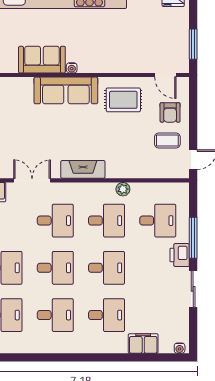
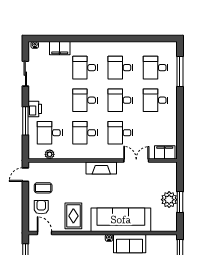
sofa: (66, 90) -> (121, 220), width x1.36, depth x1.27
rug: (123, 100) -> (73, 216), turned 90
double door: (32, 180) -> (136, 160), swing flipped
plant: (123, 189) -> (50, 154), moved
sliding door: (193, 289) -> (25, 74), moved

